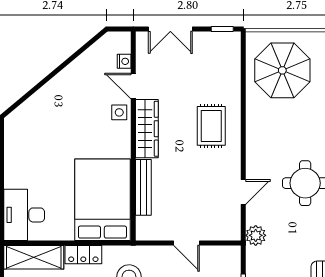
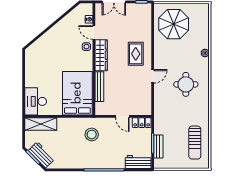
door: (243, 192) -> (153, 76), moved
plant: (256, 235) -> (159, 112), removed
locker: (83, 255) -> (142, 123), moved

